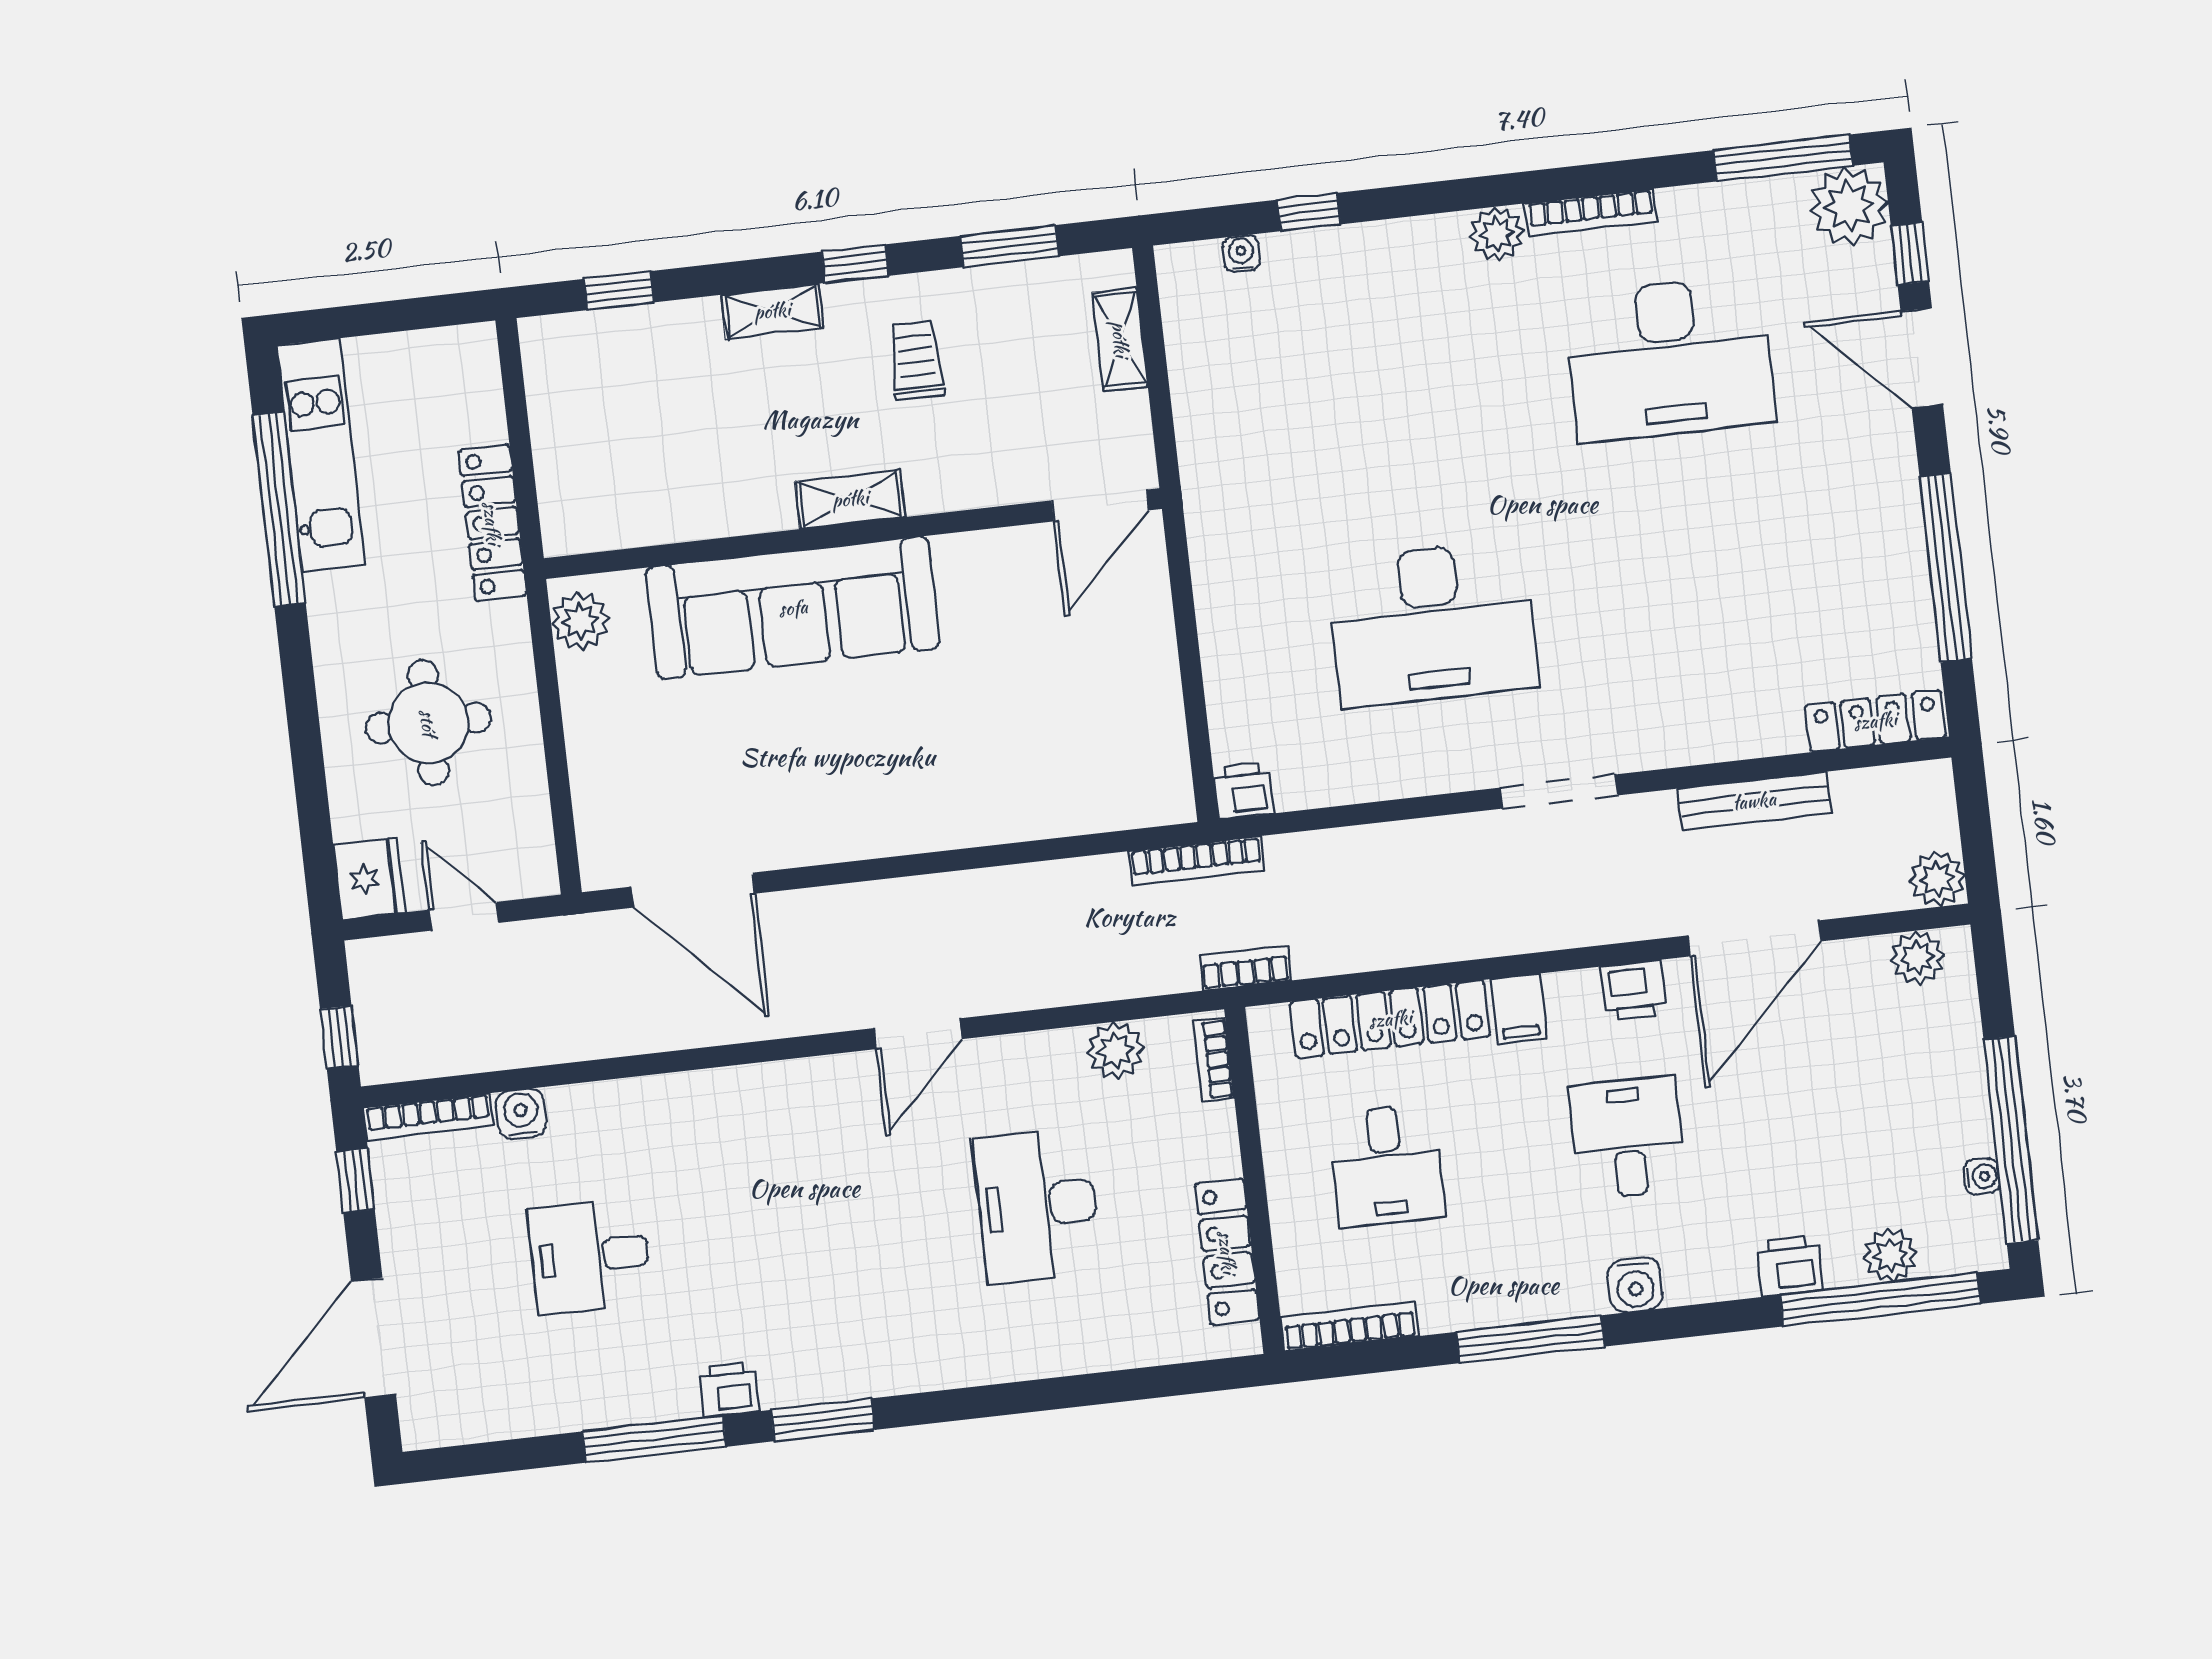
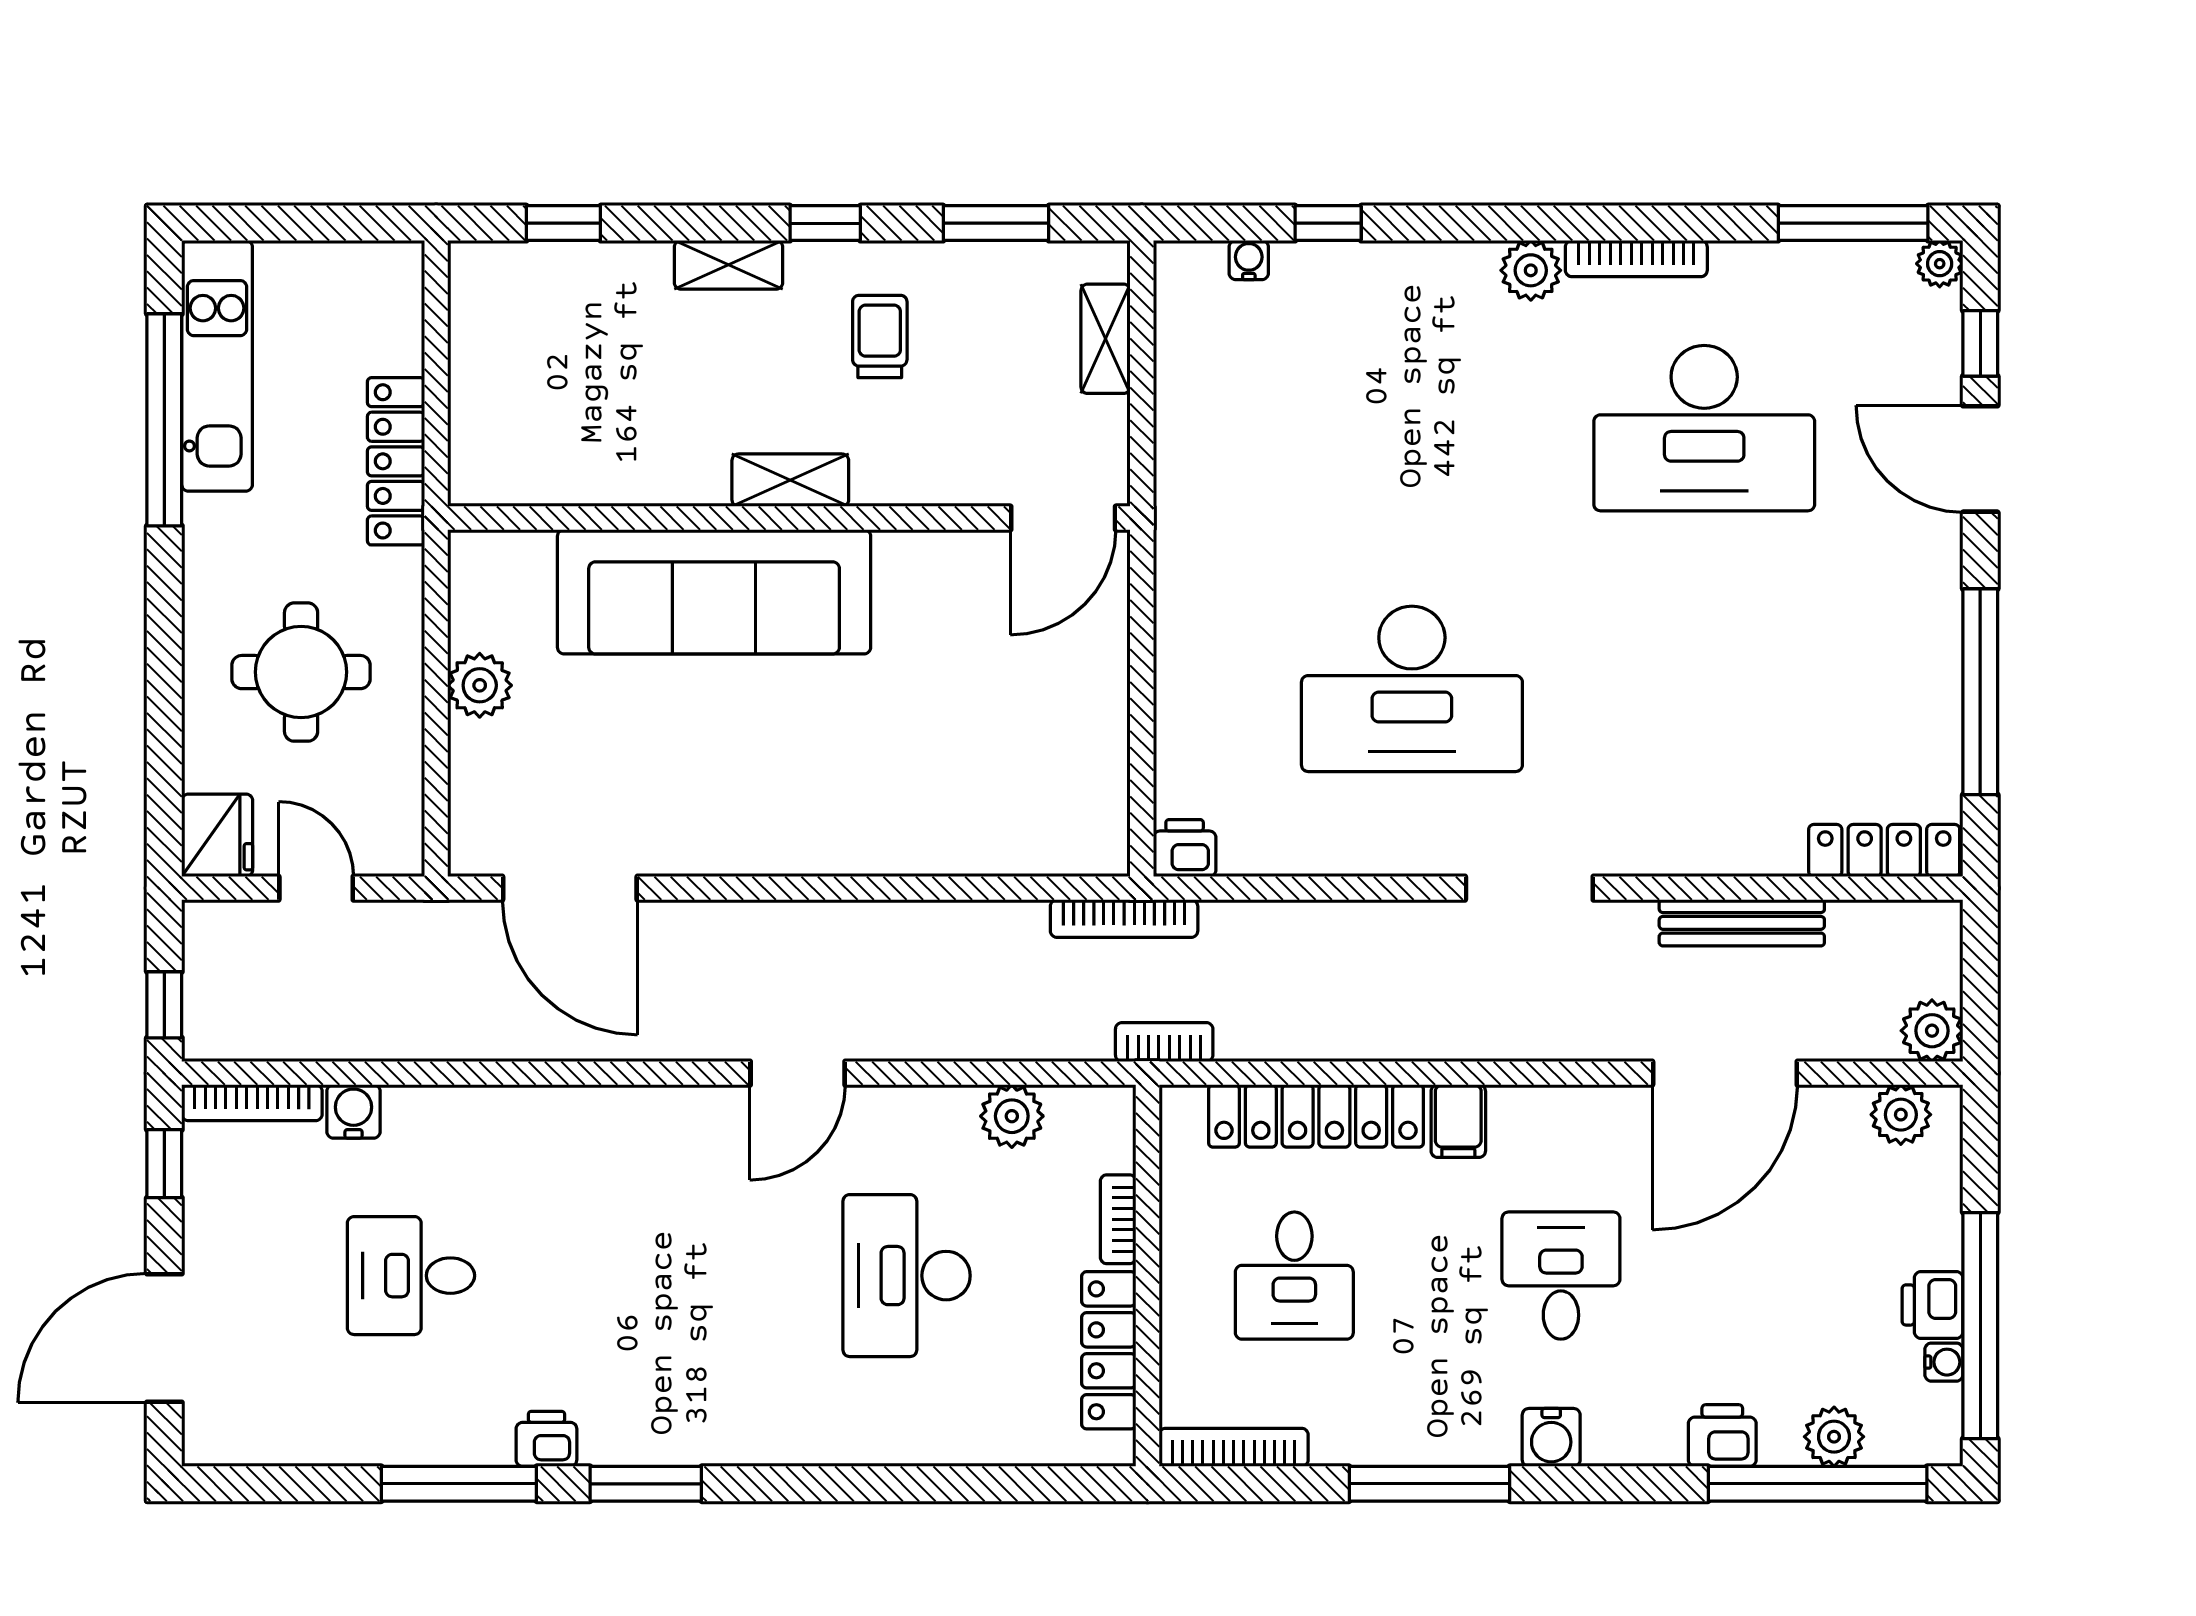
plant: (1849, 206) -> (1940, 264), width x0.53, depth x0.53
plant: (580, 621) -> (480, 685), moved
printer: (1634, 990) -> (1933, 1305), moved, turned 90
bookcase: (1214, 1060) -> (1118, 1219), moved

